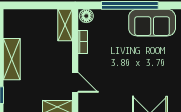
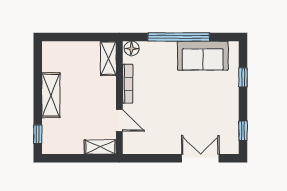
bookcase: (83, 42) -> (128, 84), width x1.56

